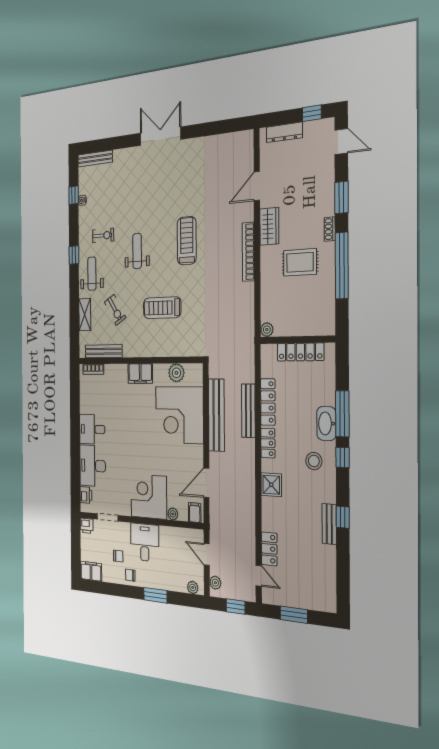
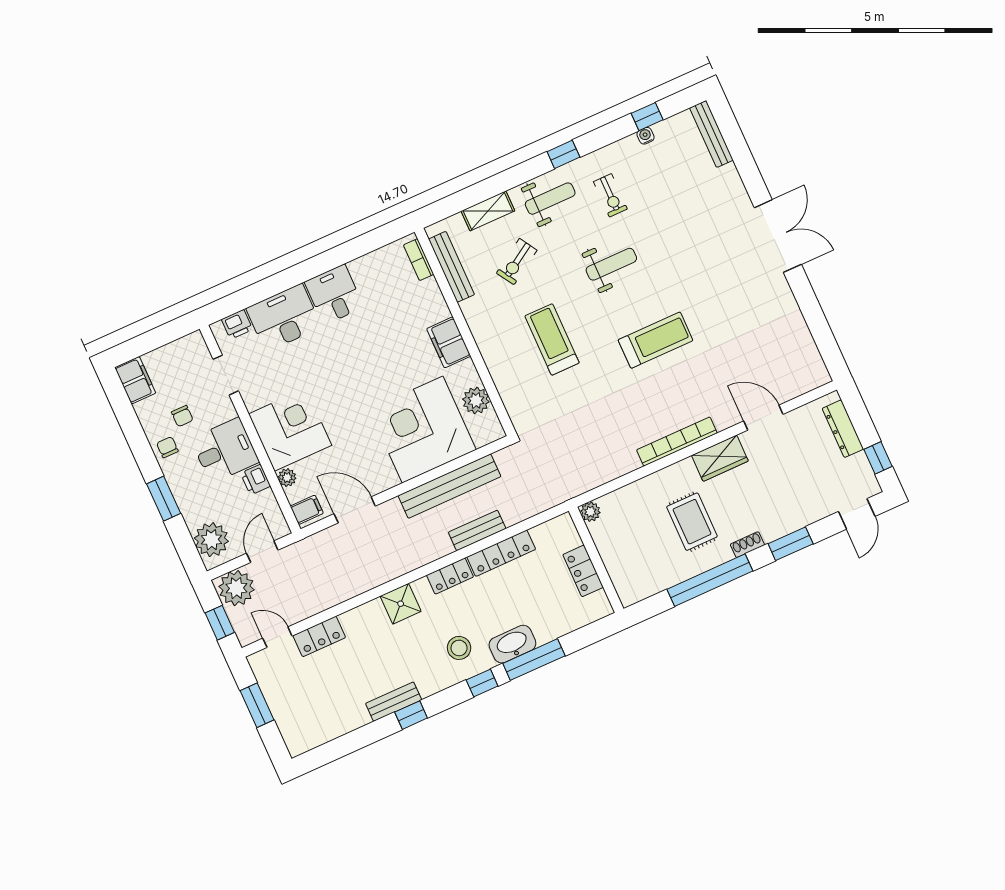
locker: (300, 352) -> (583, 571), width x0.66
bench: (248, 411) -> (477, 530), width x0.73
printer: (87, 526) -> (256, 480), moved
door: (259, 576) -> (277, 637), swing flipped
plant: (215, 583) -> (236, 588), width x1.87, depth x1.87
plant: (193, 587) -> (211, 540), width x1.88, depth x1.88

